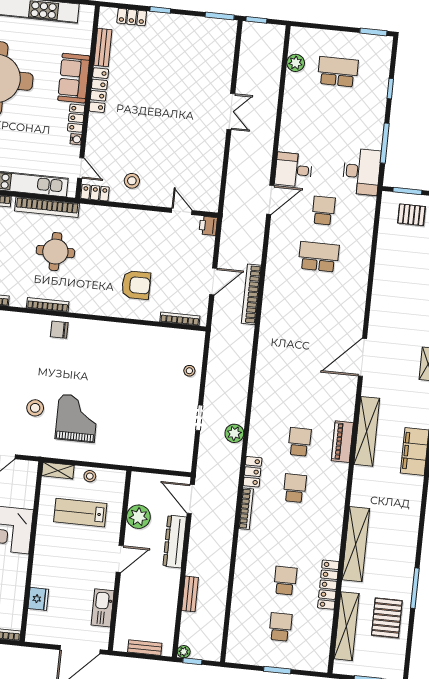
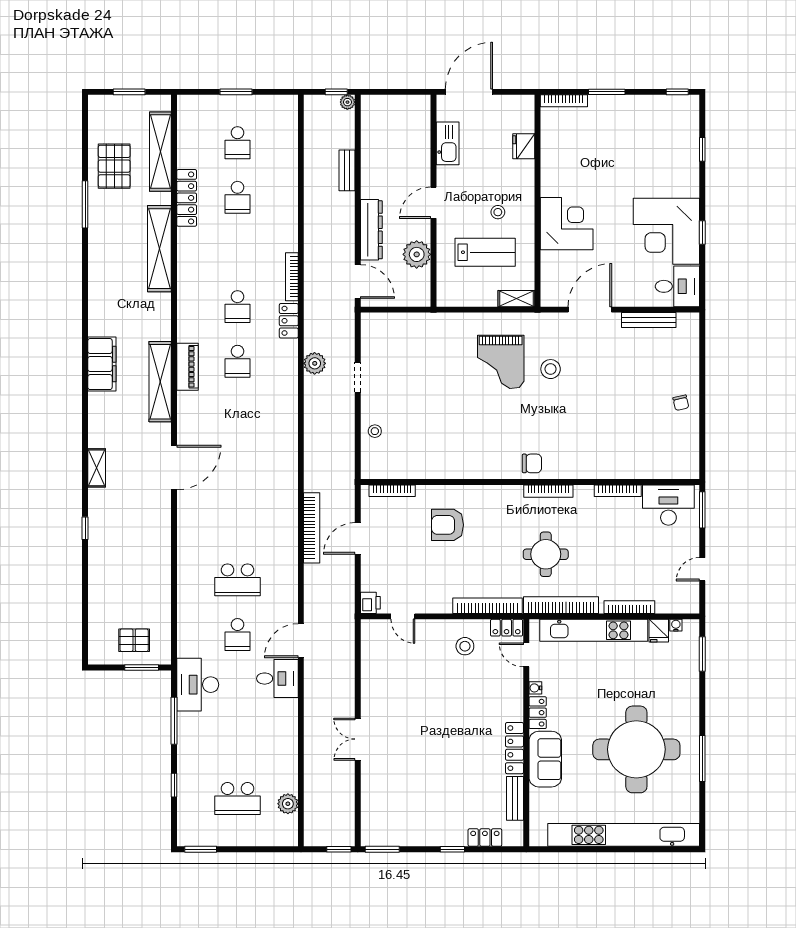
bookcase: (109, 213) -> (487, 606), added
stool: (90, 476) -> (498, 212), moved
bench: (145, 648) -> (393, 102), removed

